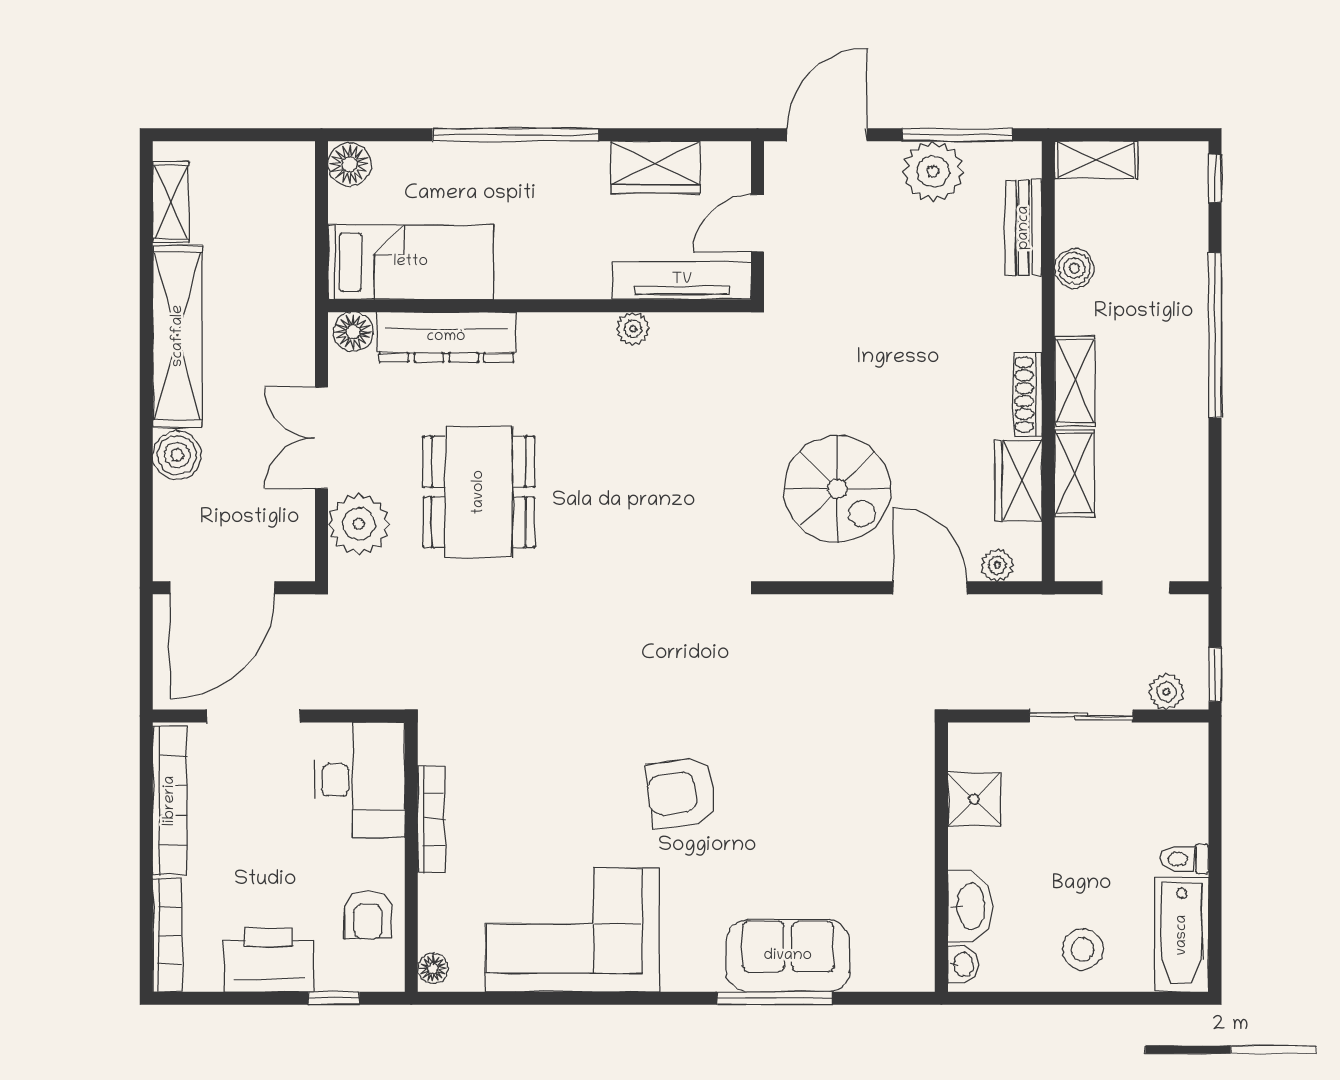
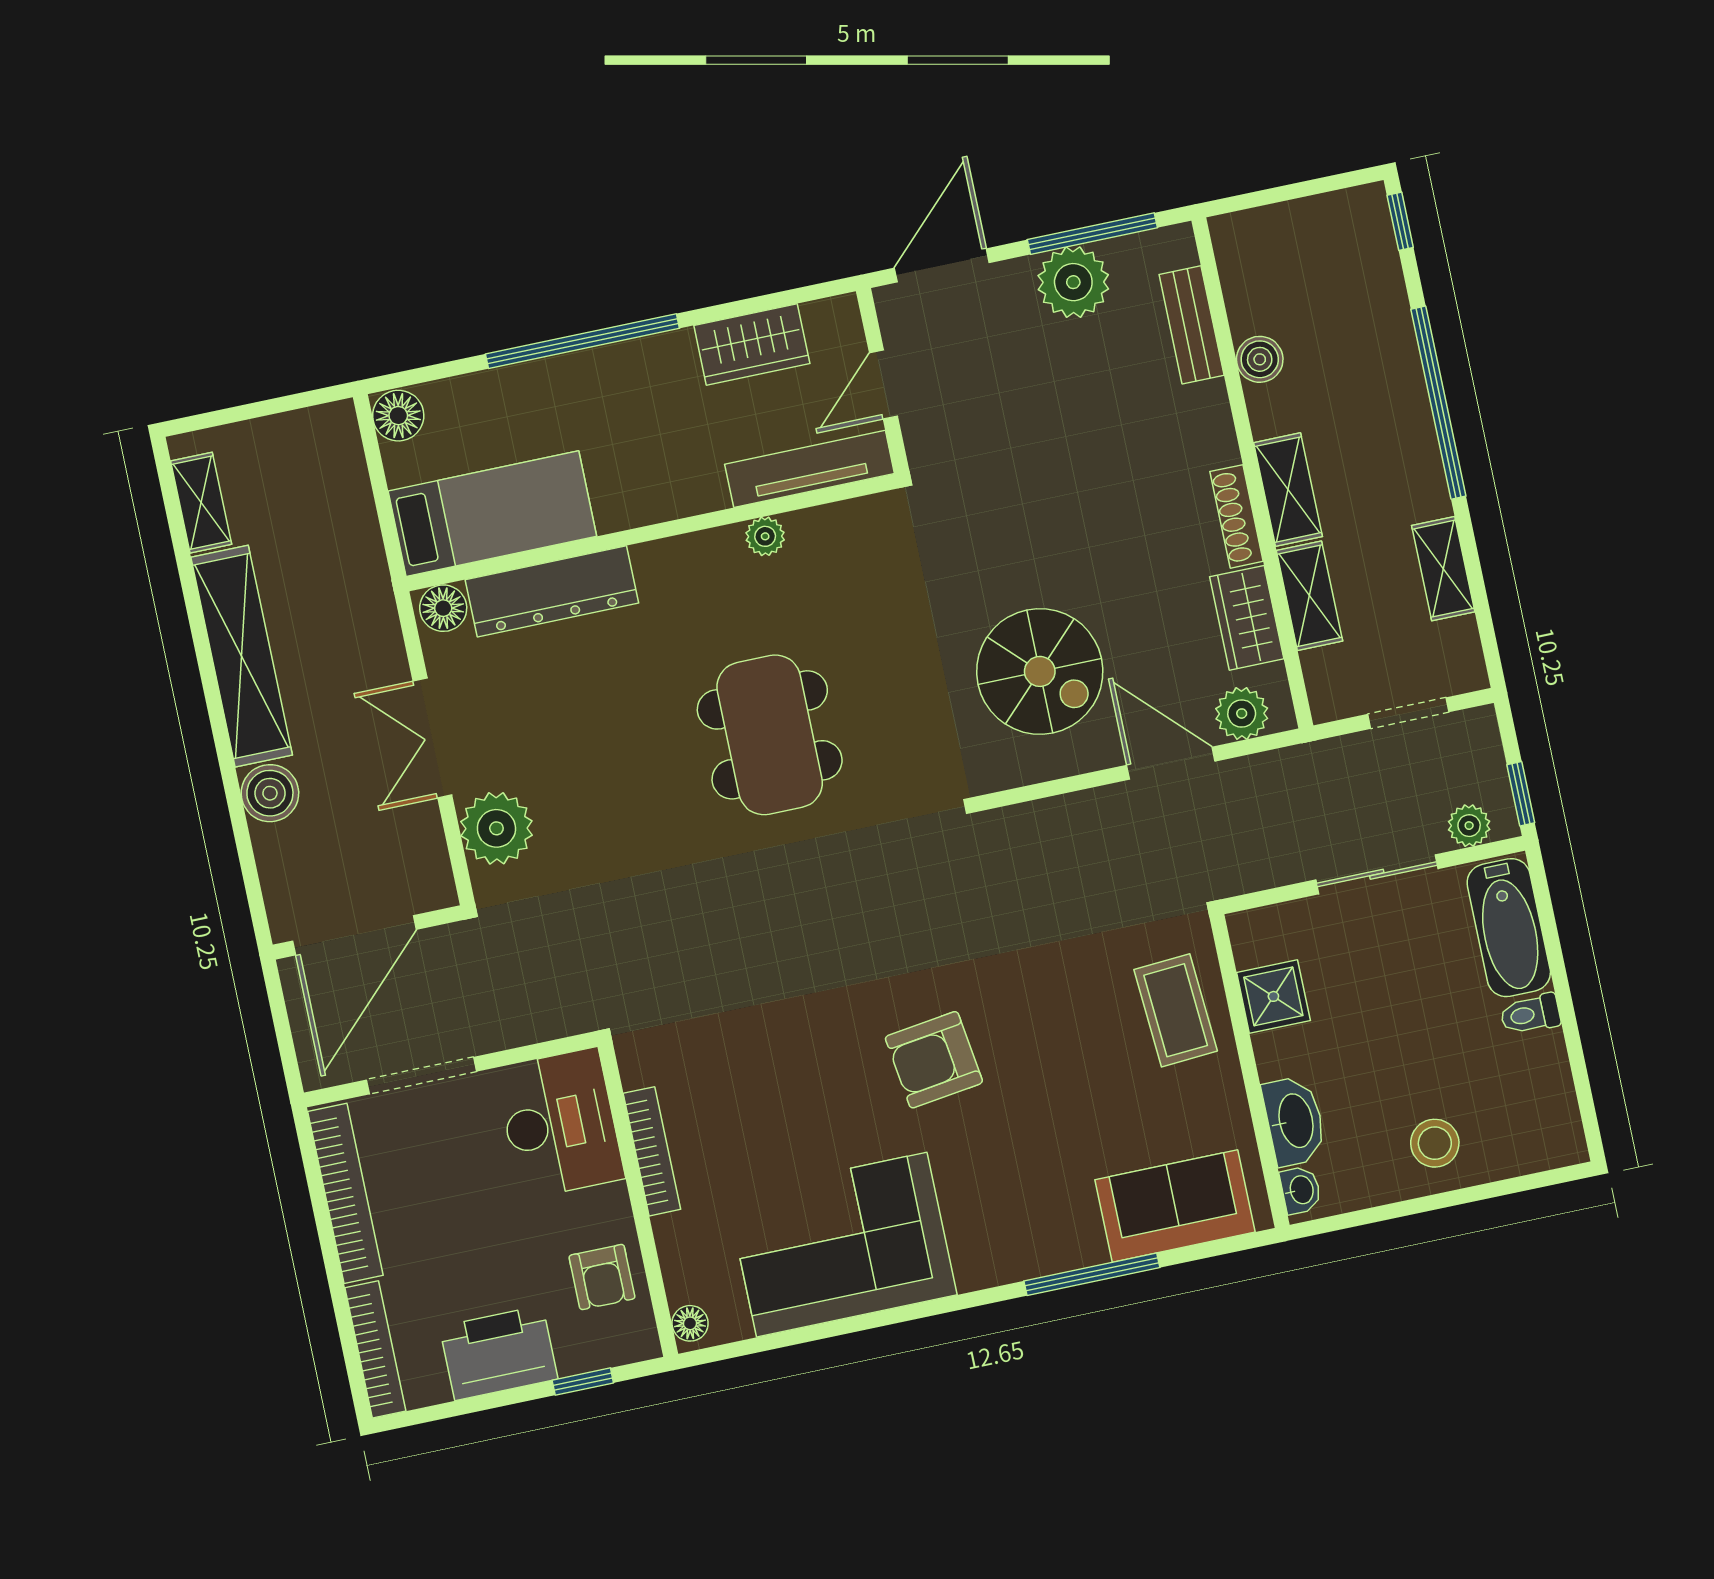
shelving: (1096, 160) -> (1443, 569), moved, turned 90
dining table: (479, 492) -> (770, 735), moved
plant: (997, 565) -> (1242, 714), width x1.38, depth x1.38
coffee table: (891, 794) -> (1176, 1010), added
bathtub: (1182, 935) -> (1509, 928), moved
sofa: (788, 956) -> (1175, 1206), moved

